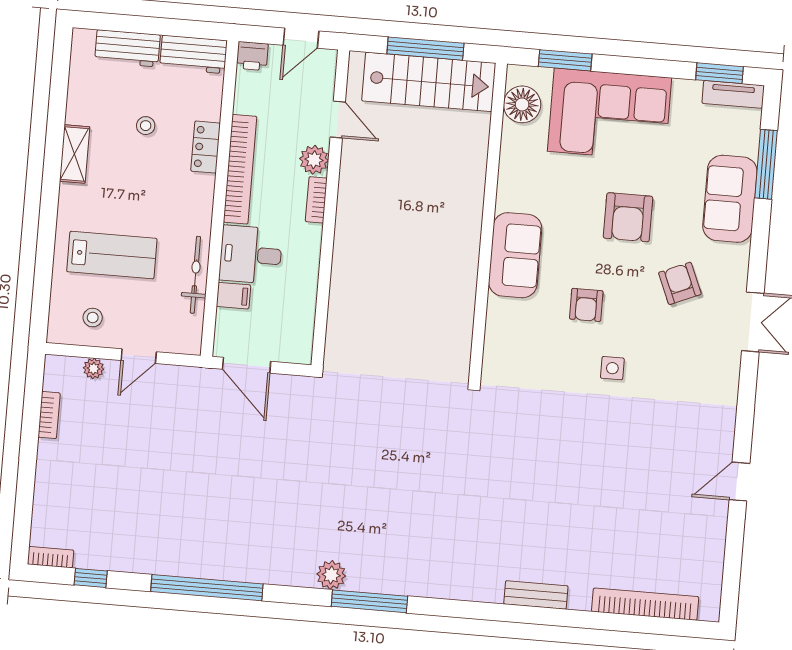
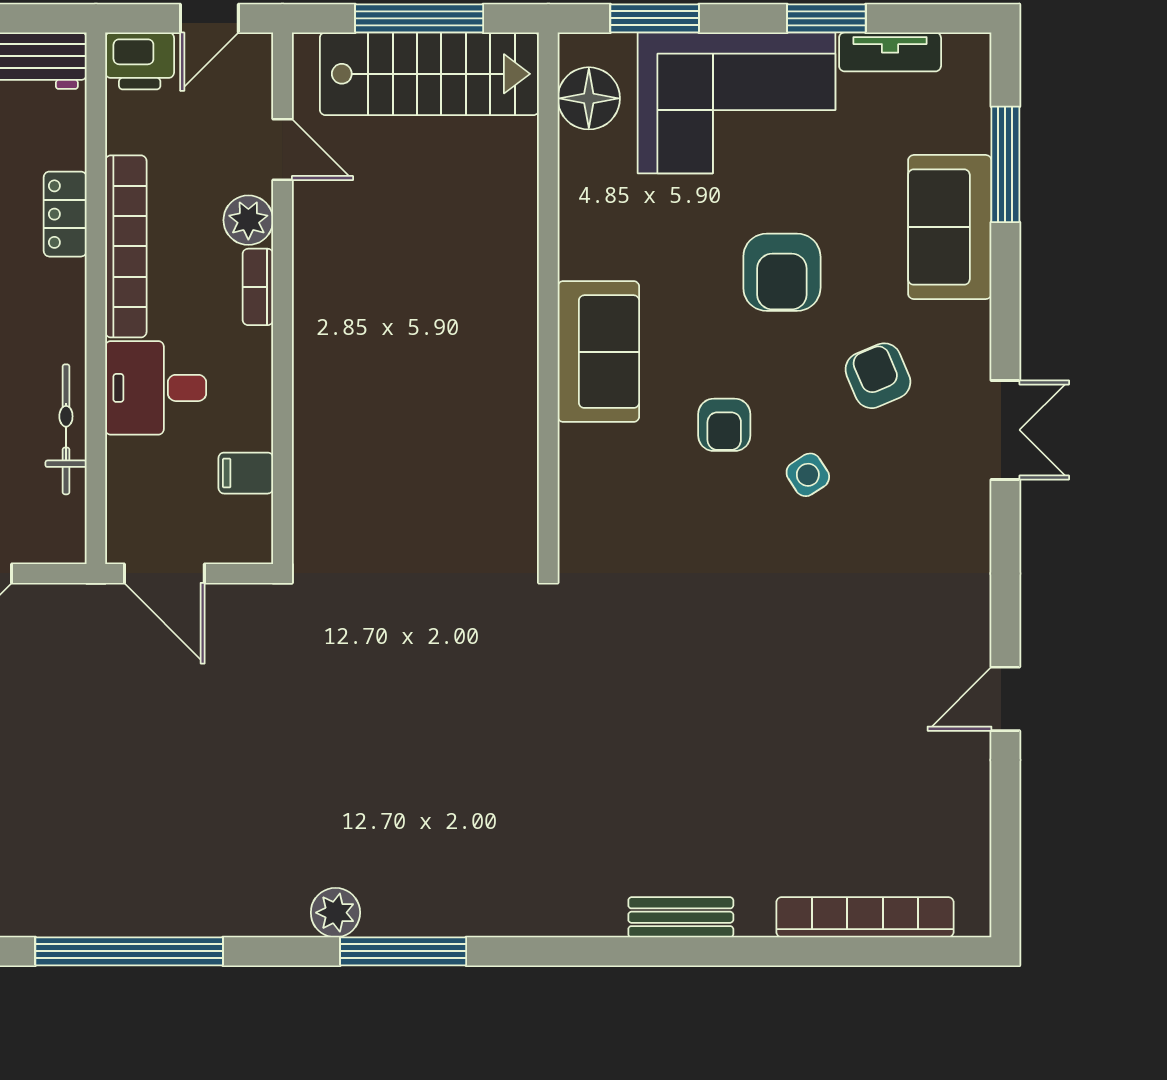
printer: (252, 56) -> (140, 61), width x1.36, depth x1.24
window: (719, 73) -> (826, 18), moved
tv unit: (733, 94) -> (890, 52), moved
filing cabinet: (233, 296) -> (246, 473), moved, turned 180
side table: (612, 368) -> (808, 475), moved, turned -33

